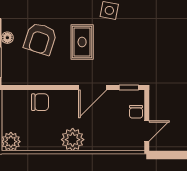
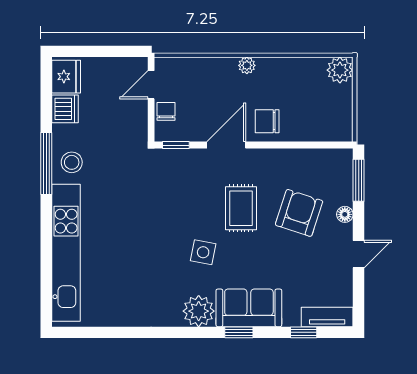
chair: (40, 102) -> (267, 121), moved
plant: (73, 140) -> (247, 65), width x0.53, depth x0.53

